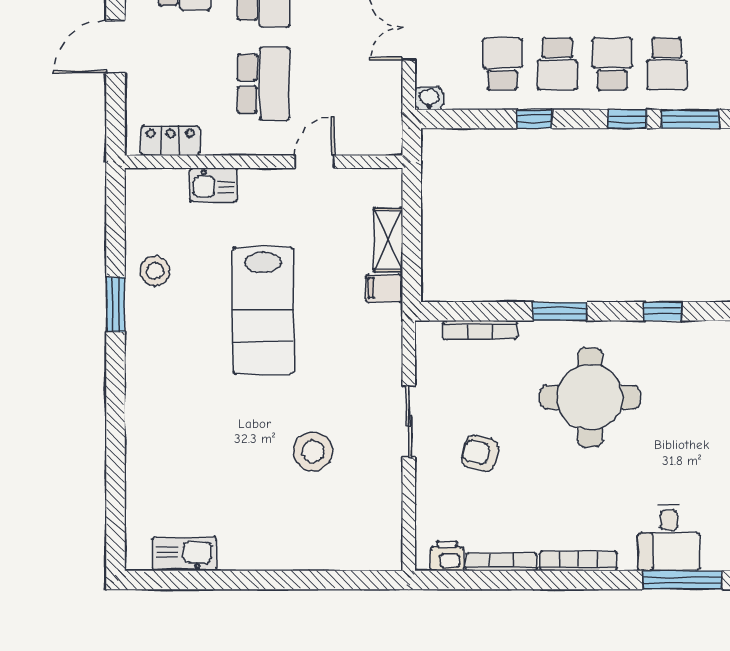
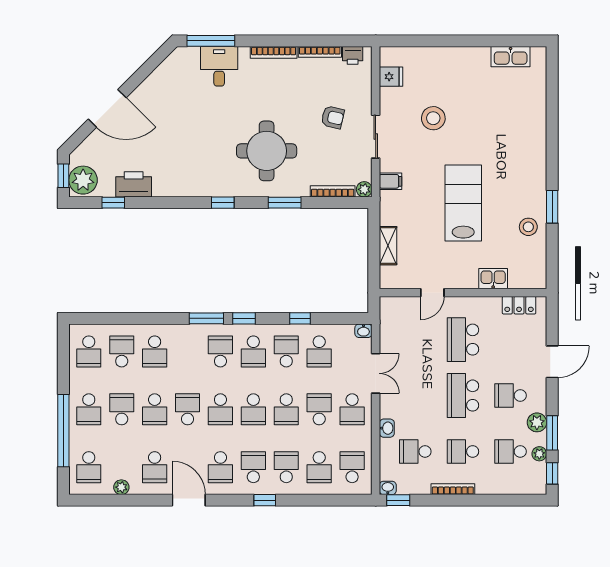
filing cabinet: (384, 288) -> (390, 181), moved
plant: (428, 333) -> (364, 189), added
fridge: (383, 521) -> (391, 77), added

